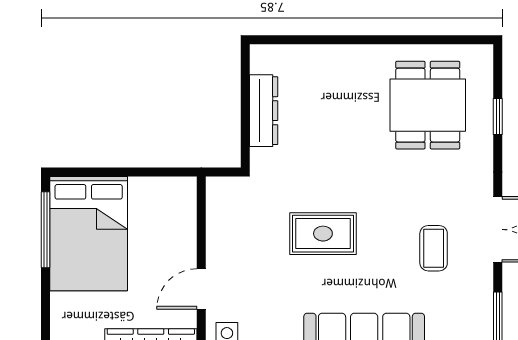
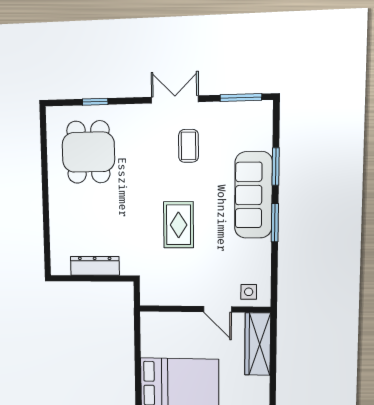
dining table: (428, 105) -> (88, 152), turned 90
coffee table: (434, 248) -> (189, 146), turned 90

